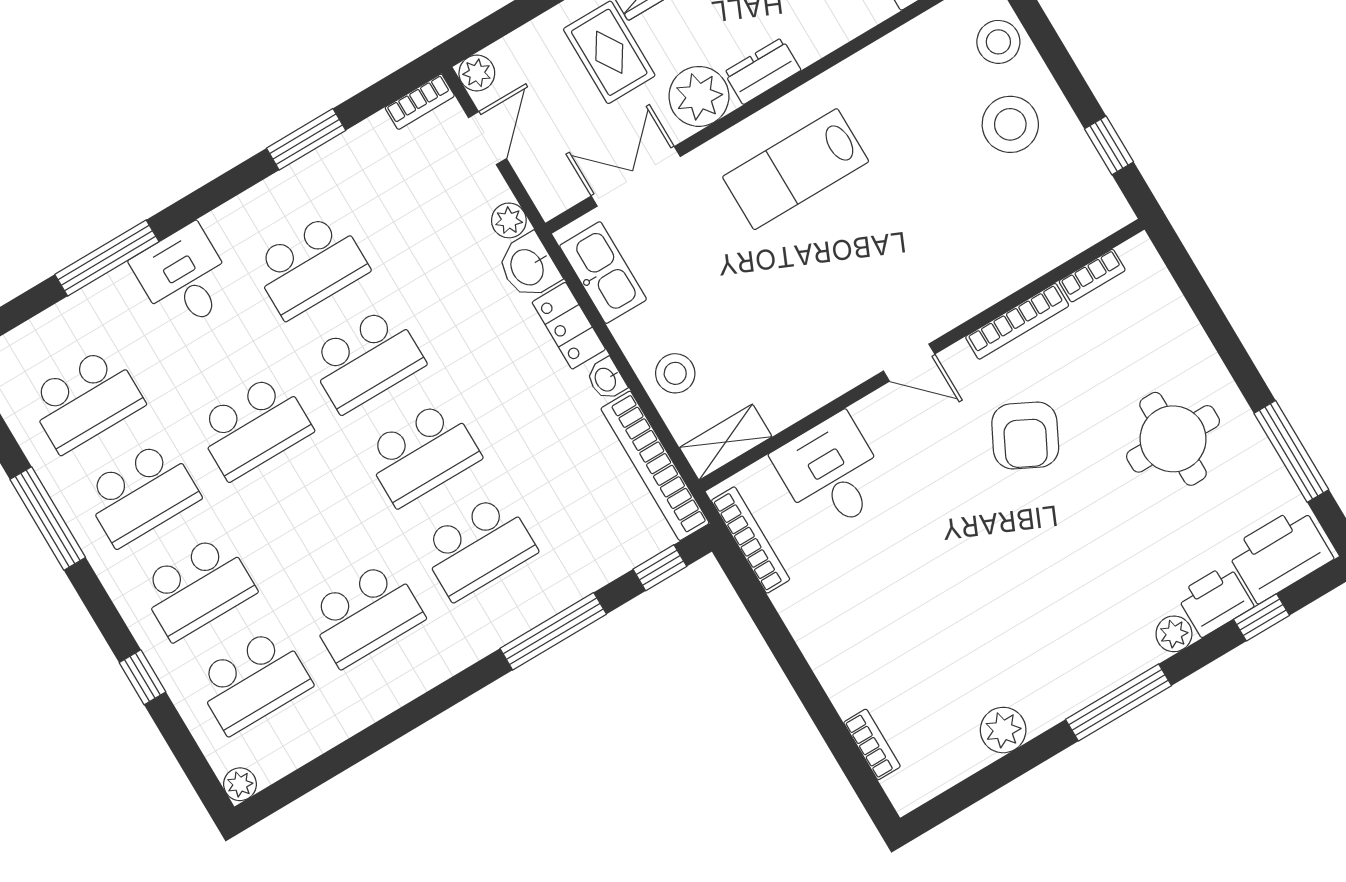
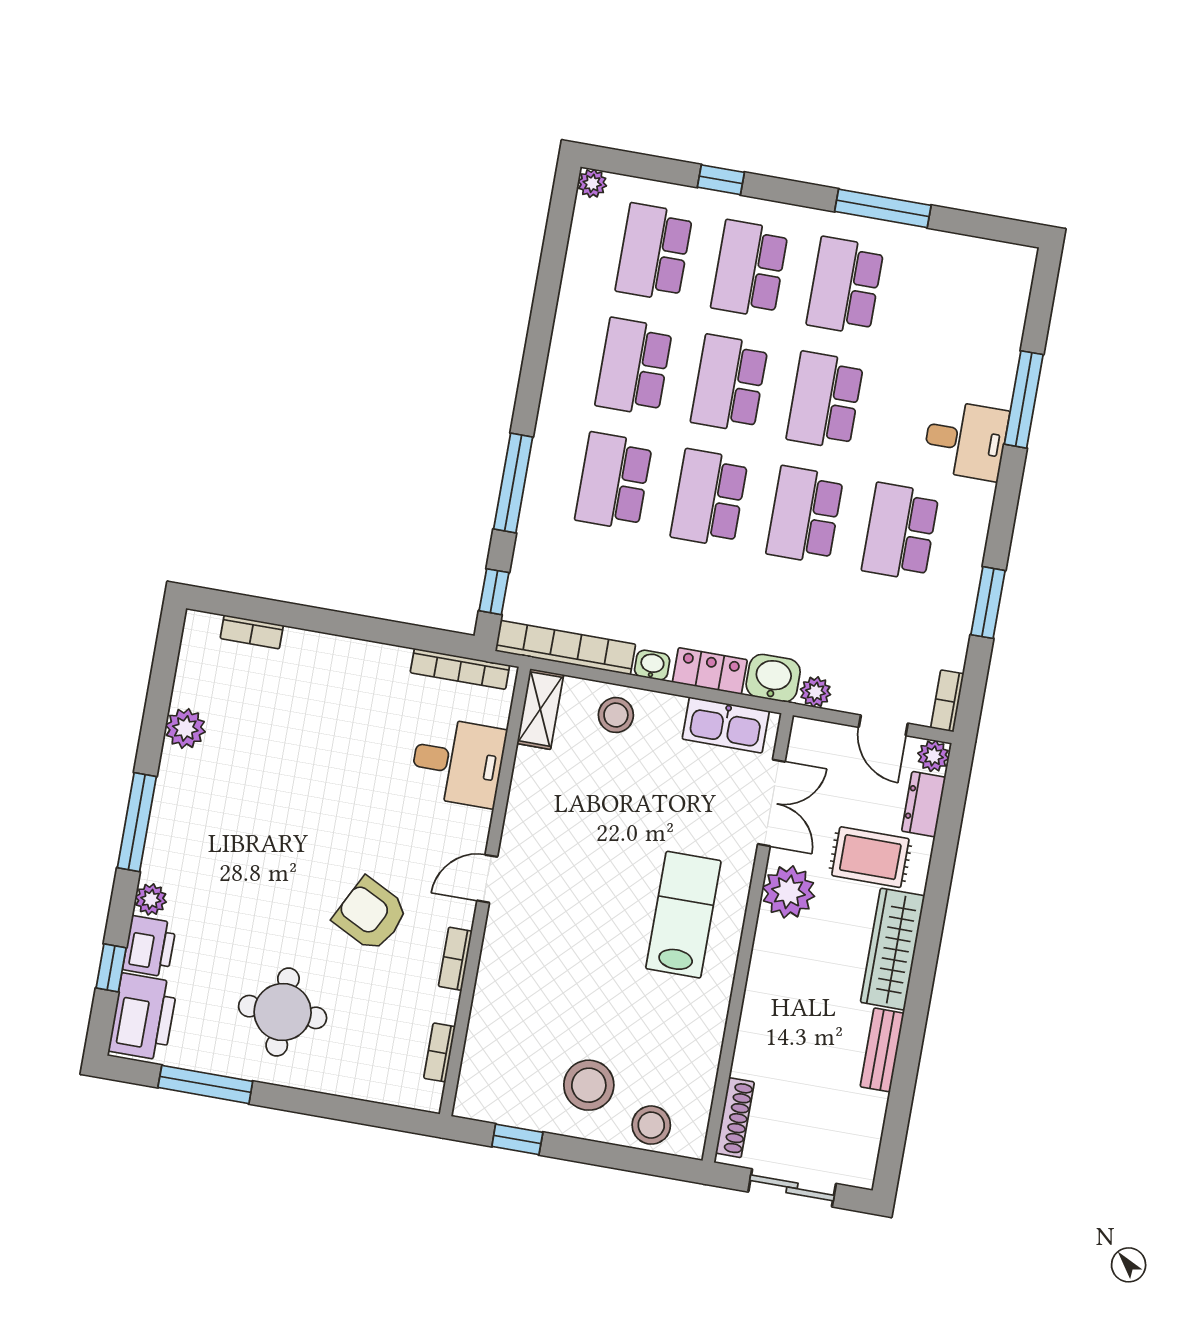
dresser: (762, 71) -> (924, 804), moved, turned 180
bookcase: (1017, 321) -> (455, 959), width x0.64
school desk: (86, 400) -> (729, 384), moved

